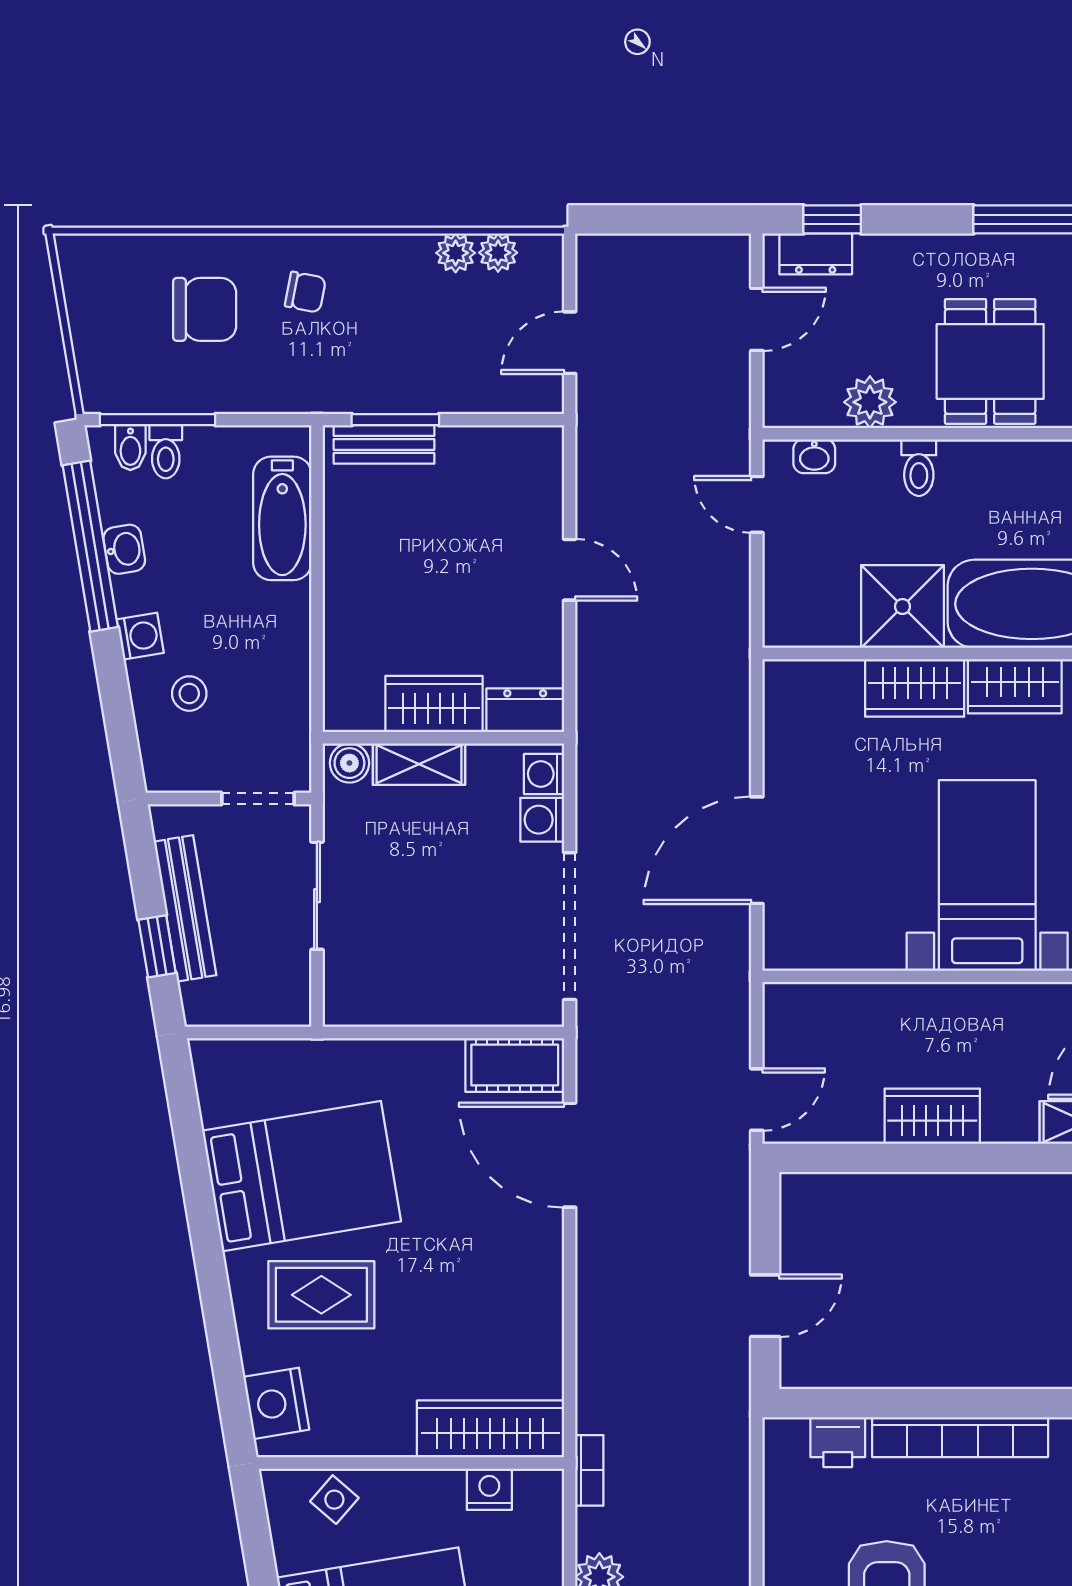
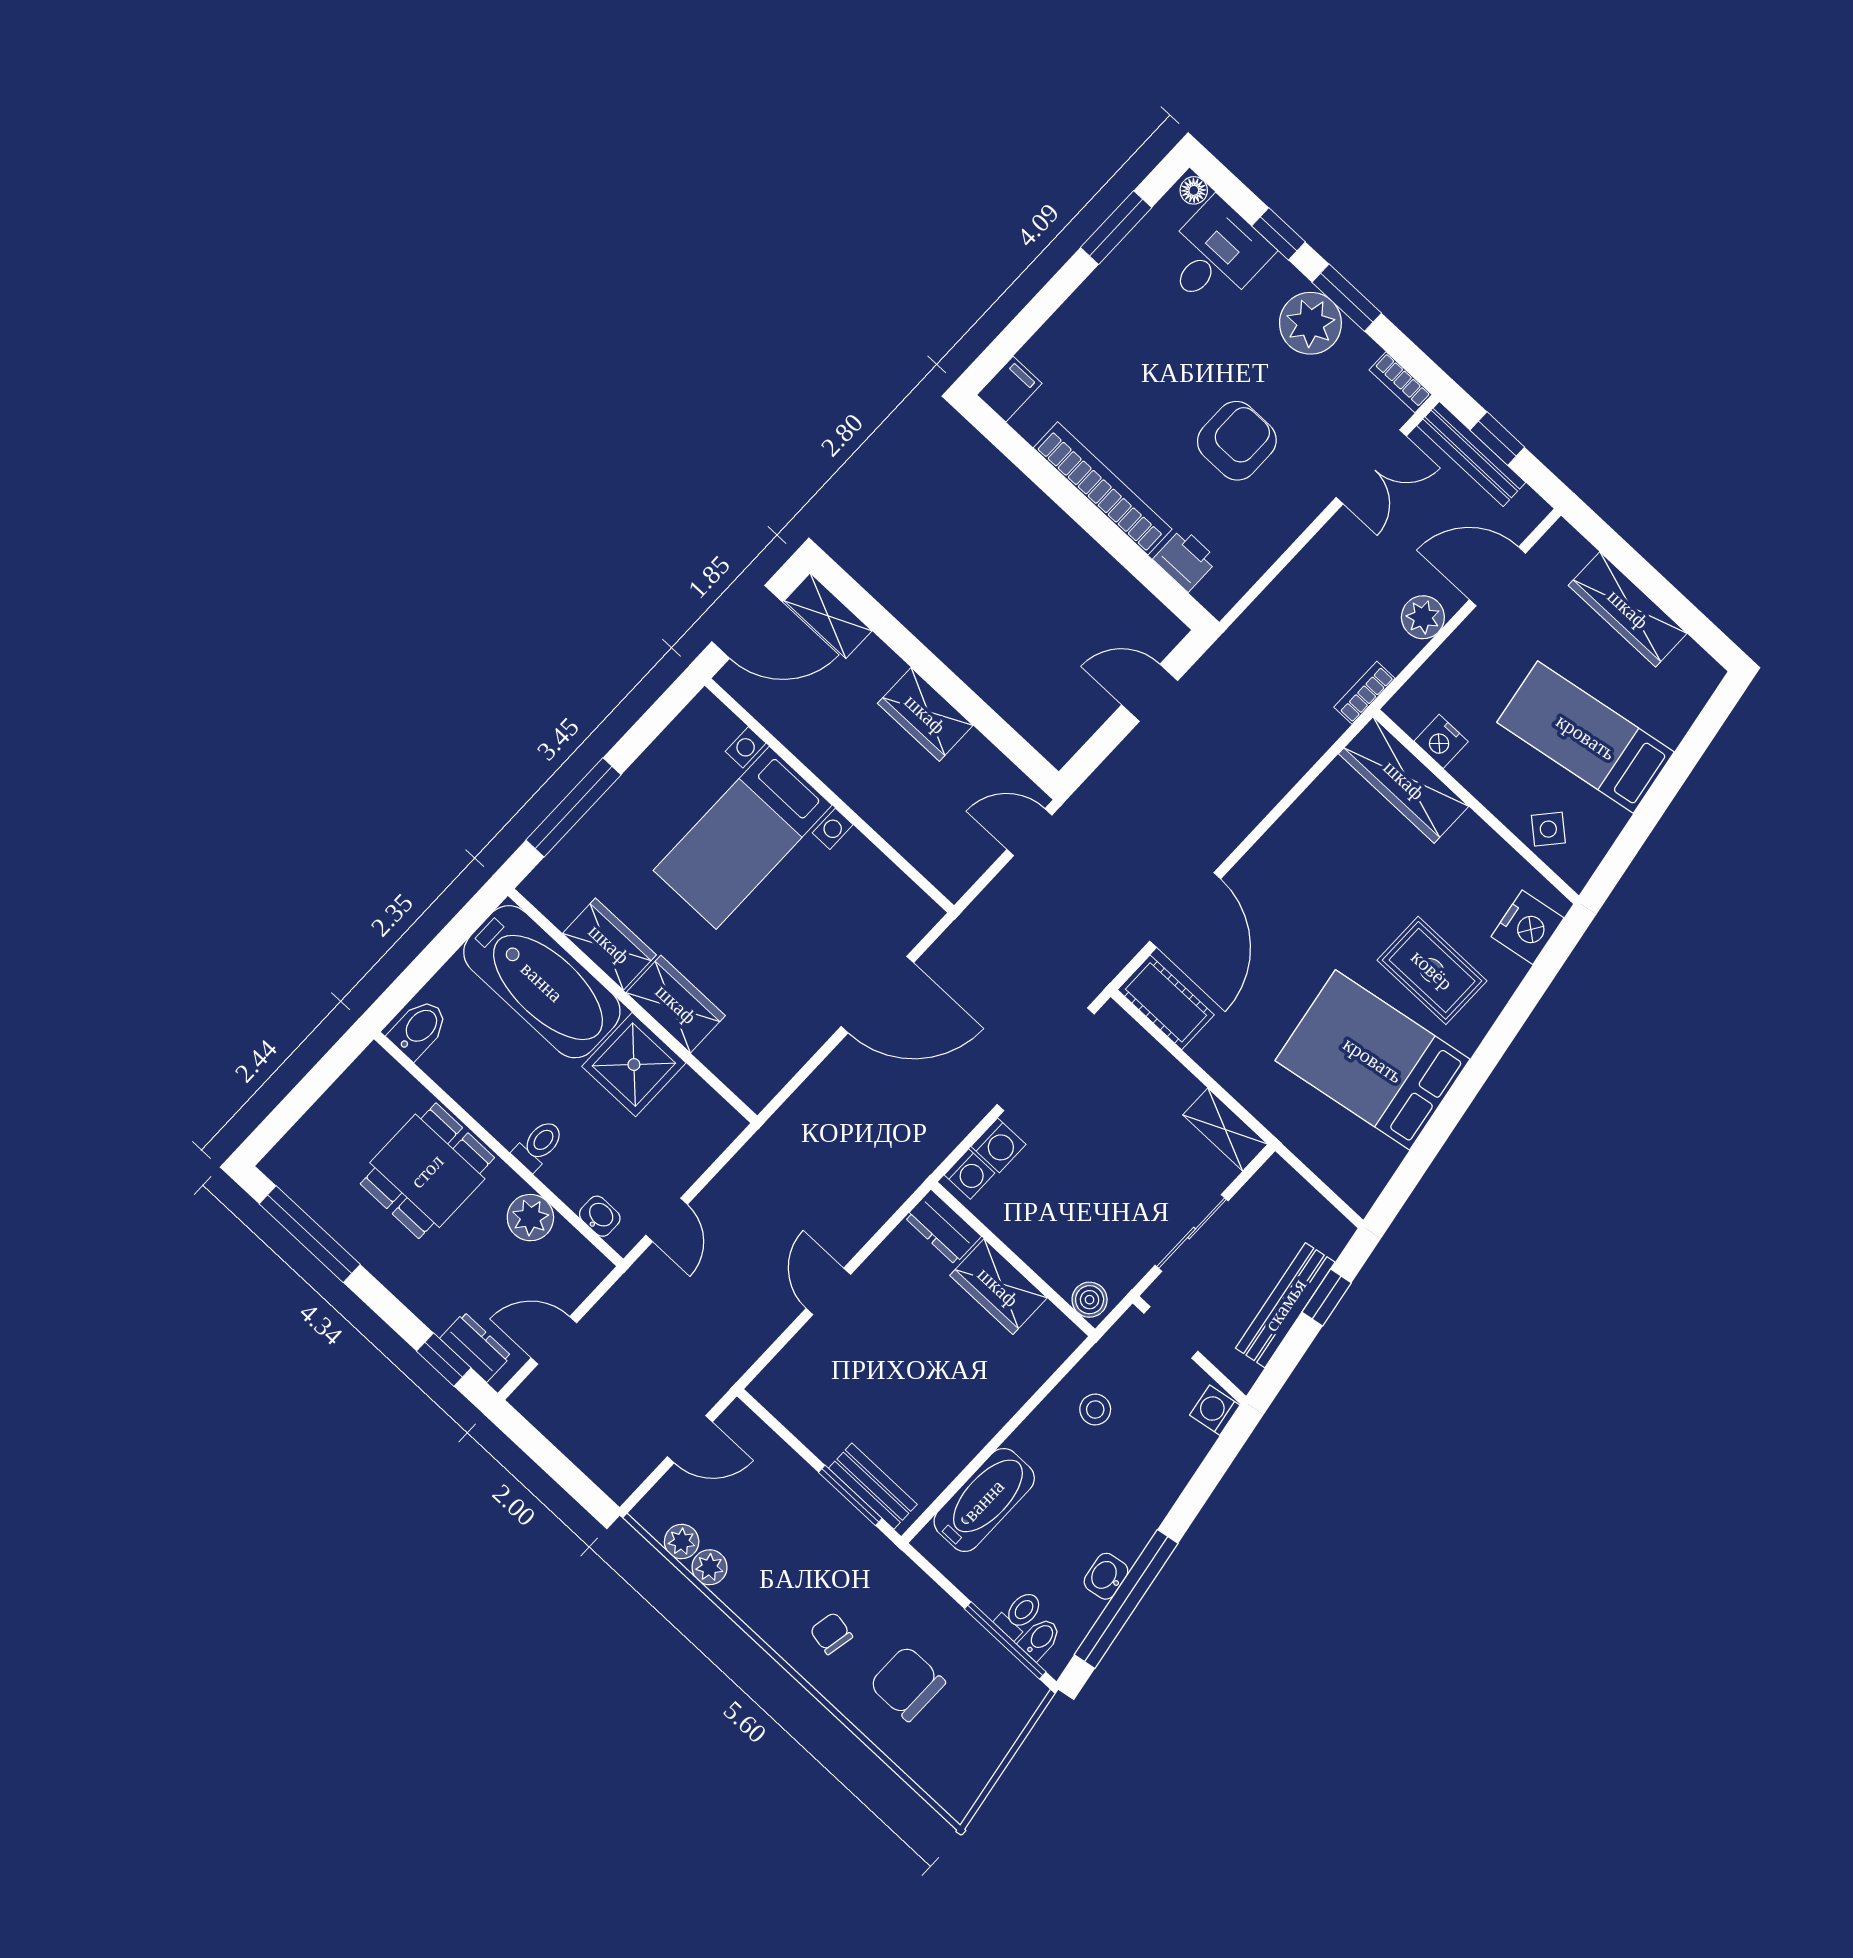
washing machine: (140, 636) -> (1215, 1410), moved
stool: (189, 694) -> (1095, 1409), moved
shelving: (419, 764) -> (1225, 1130), moved

